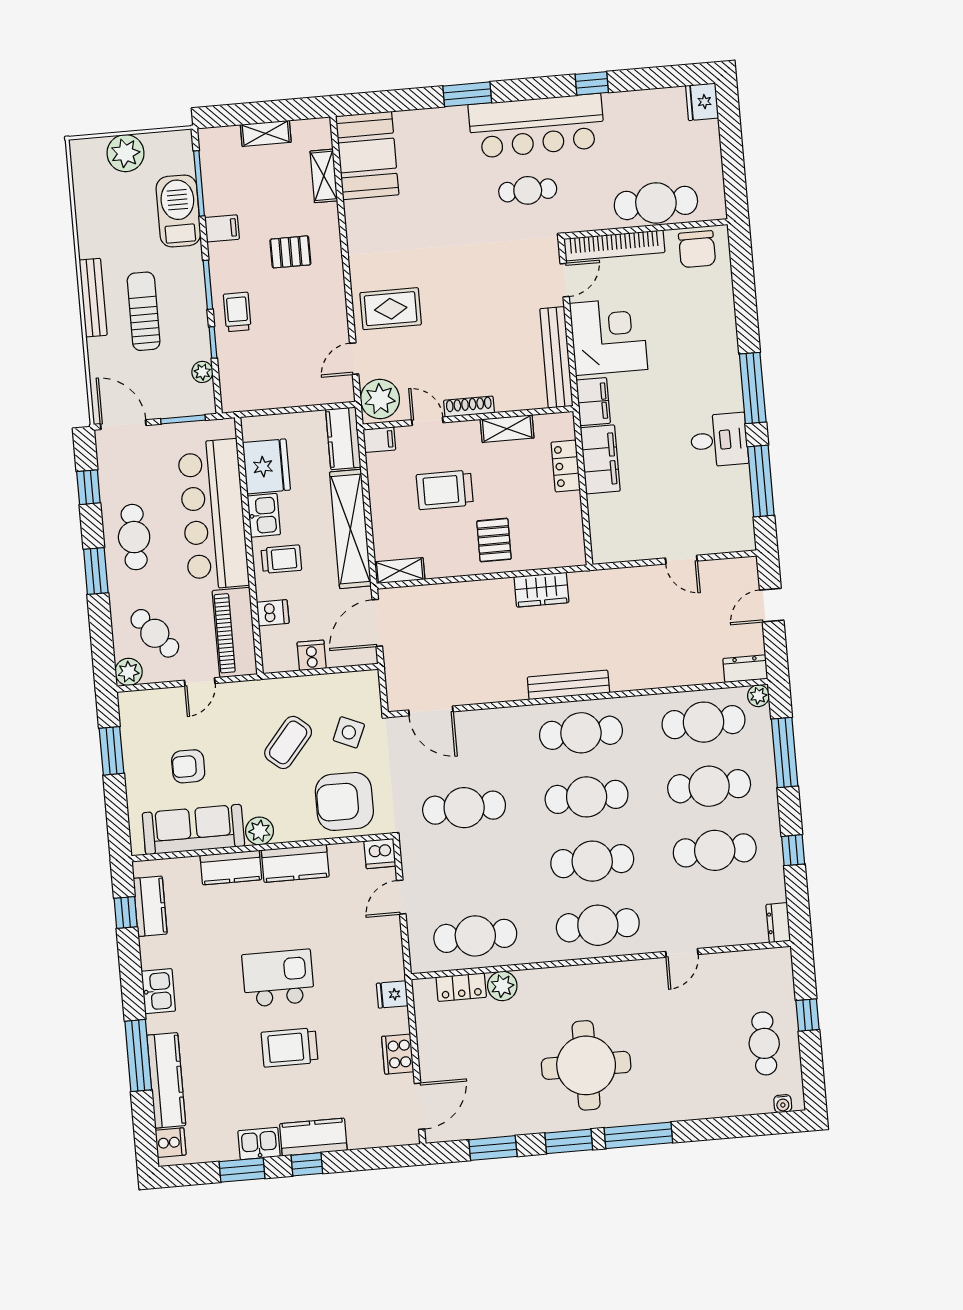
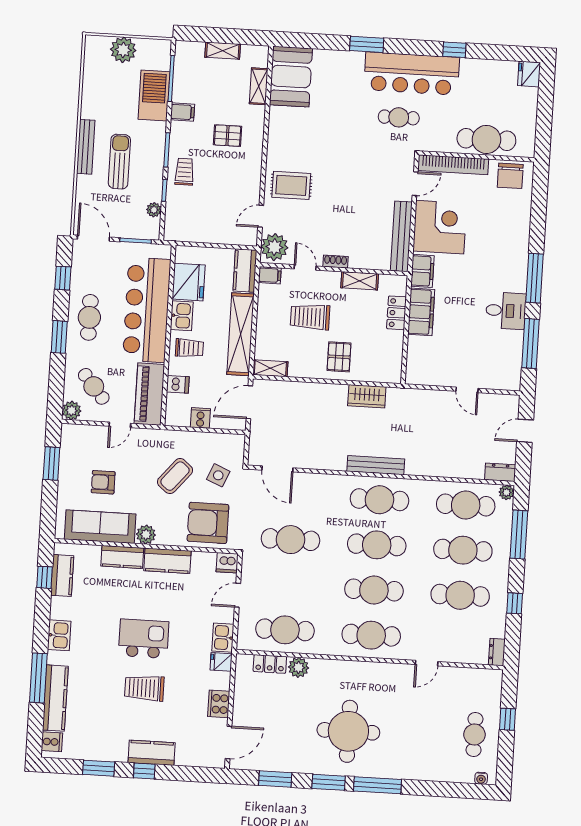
shoe rack: (469, 407) -> (335, 262), width x0.70
kitchen sink: (259, 1144) -> (223, 638), moved, turned -90

